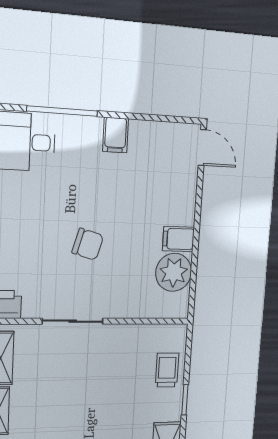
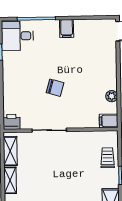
filing cabinet: (178, 239) -> (109, 121), moved
plant: (174, 272) -> (112, 96), width x0.53, depth x0.53

